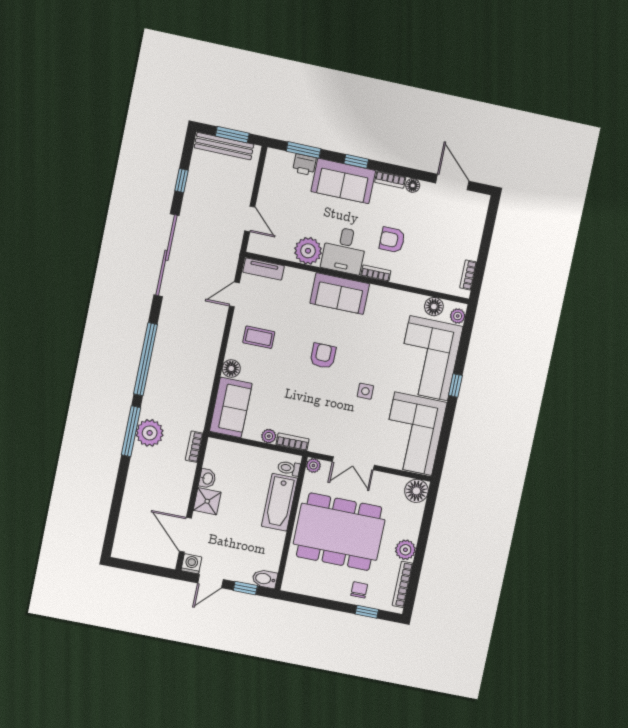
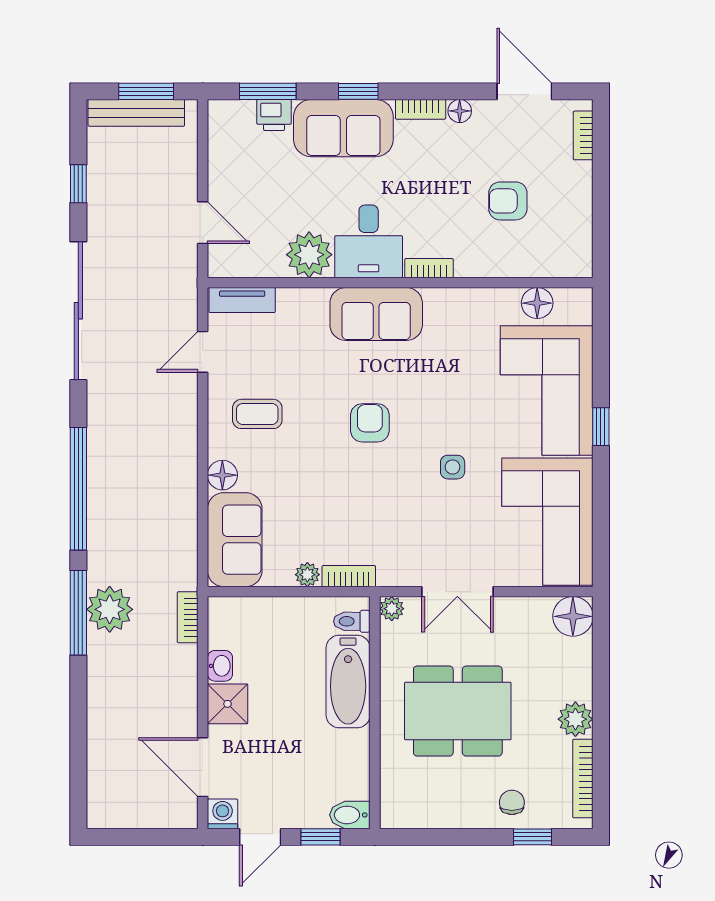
armchair: (392, 240) -> (508, 201), moved
bookcase: (468, 275) -> (583, 135), moved
plant: (458, 316) -> (580, 310), removed
dining table: (339, 532) -> (458, 711), width x0.73, depth x0.80

